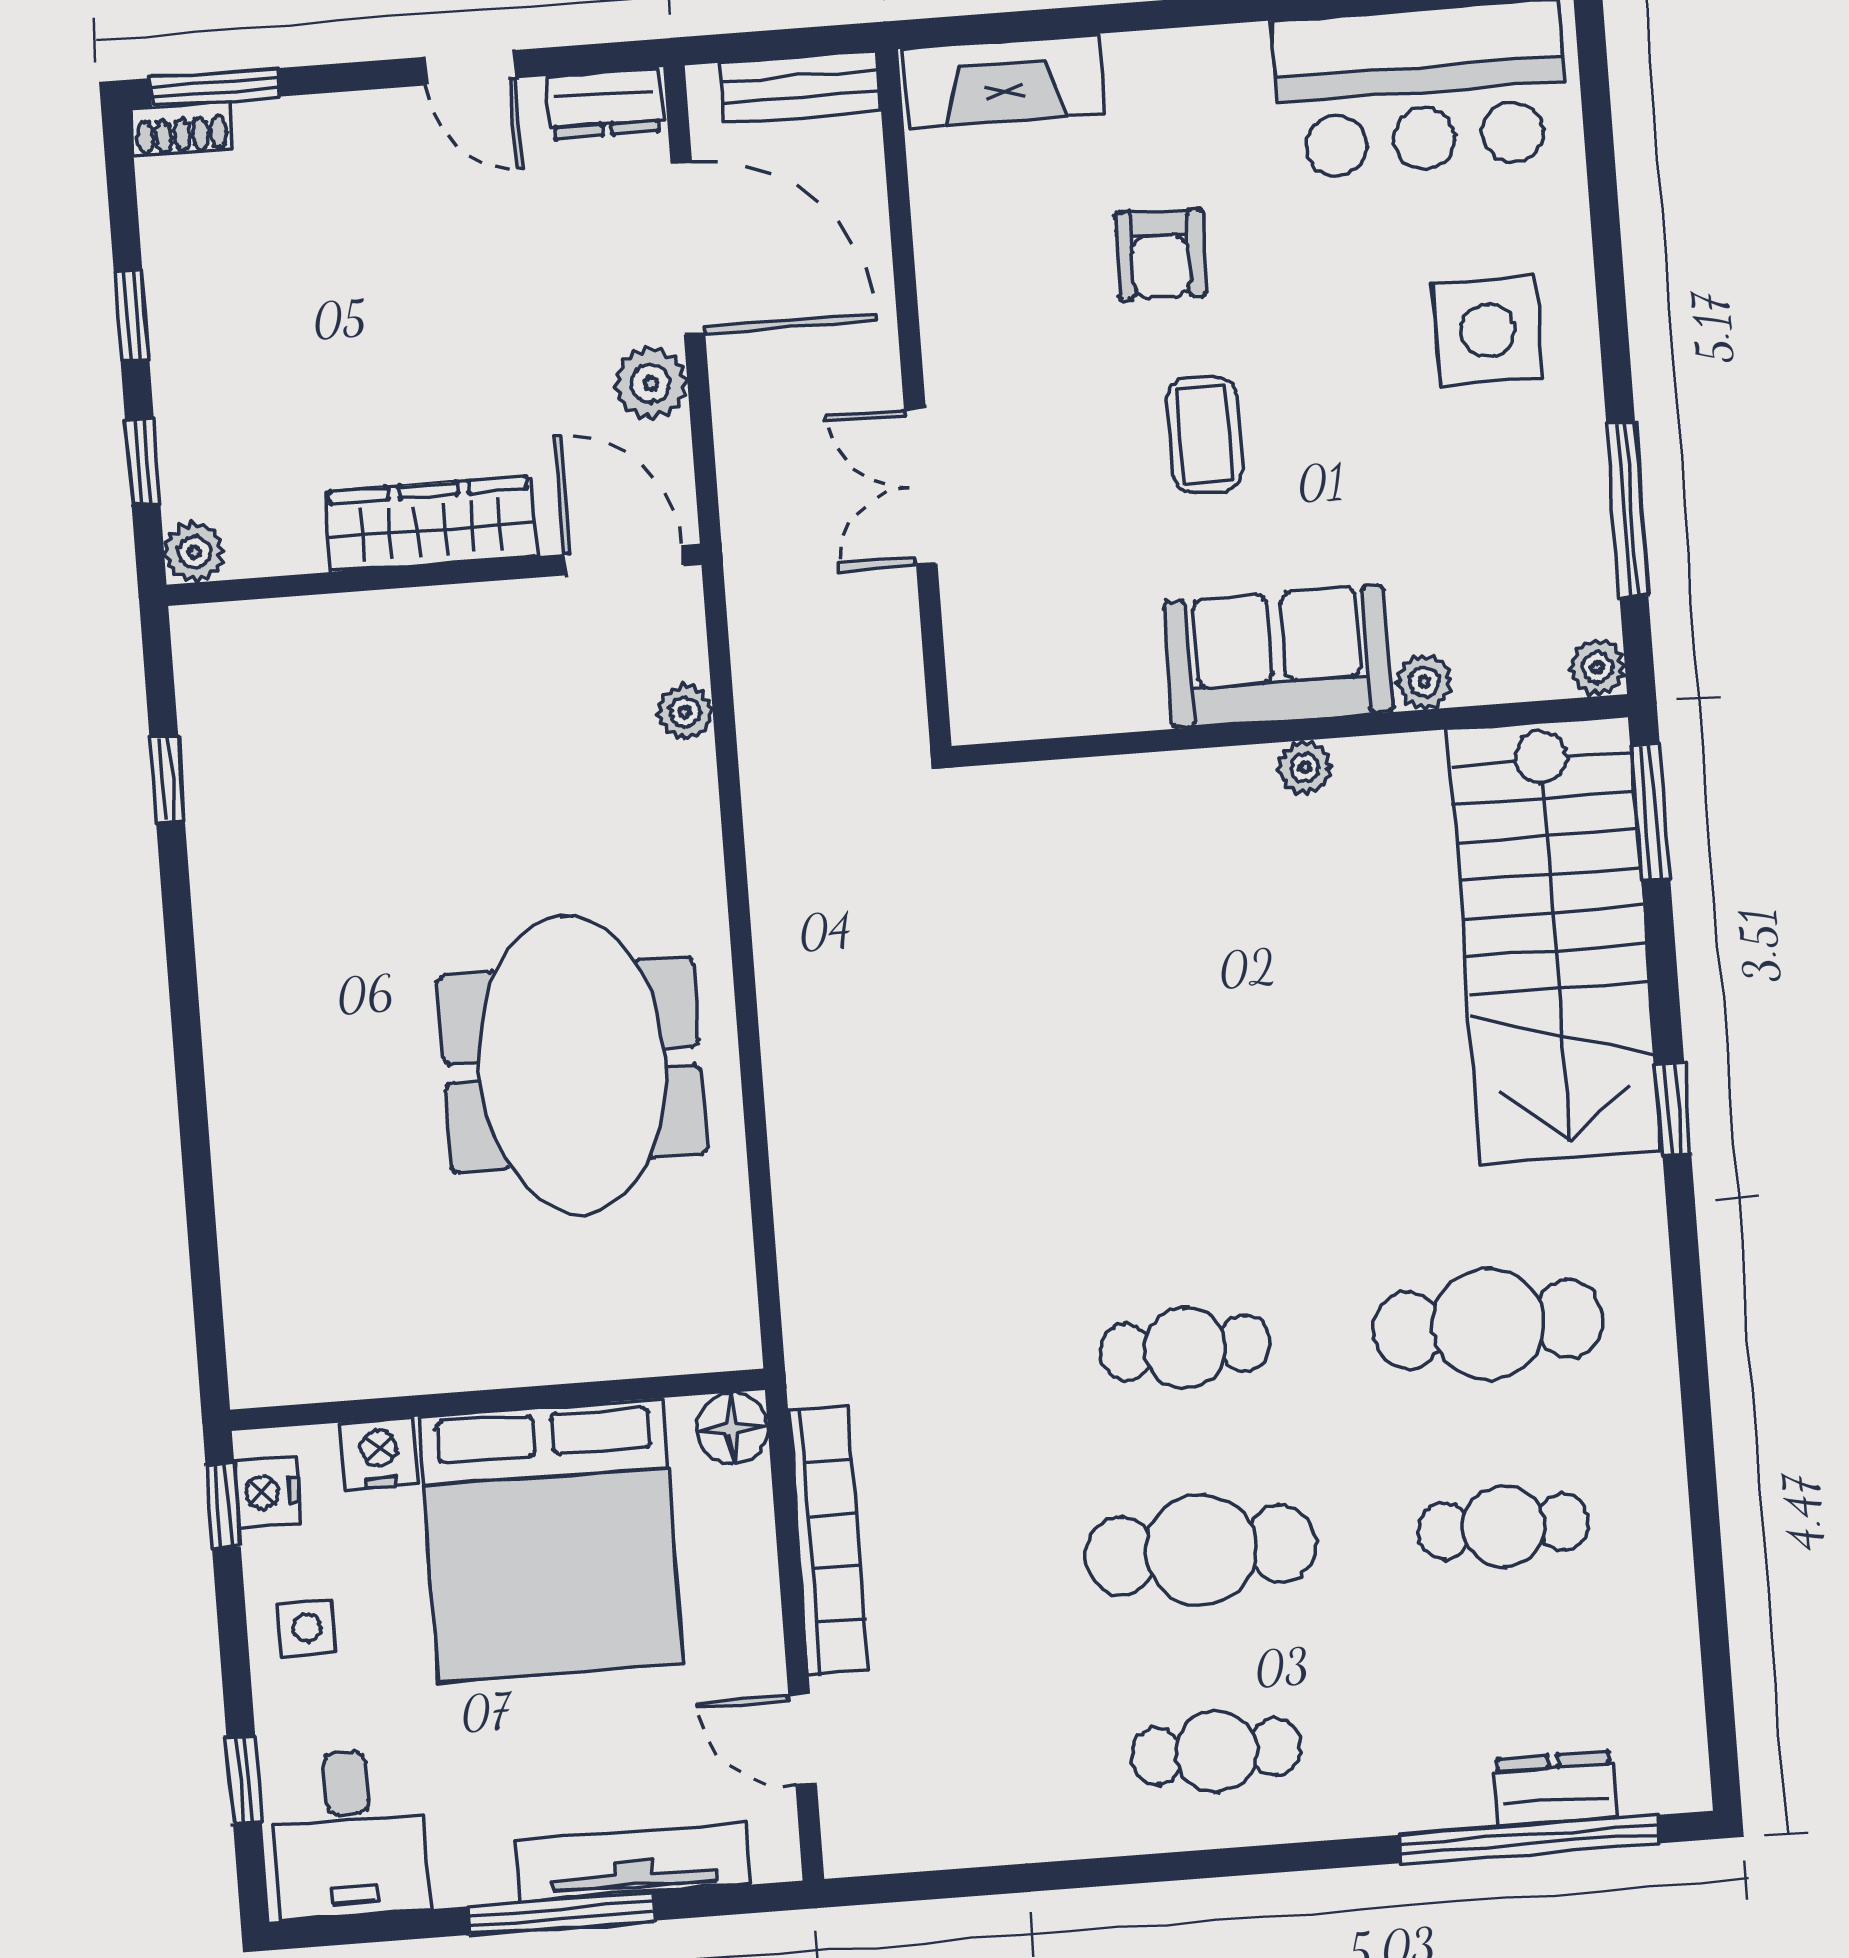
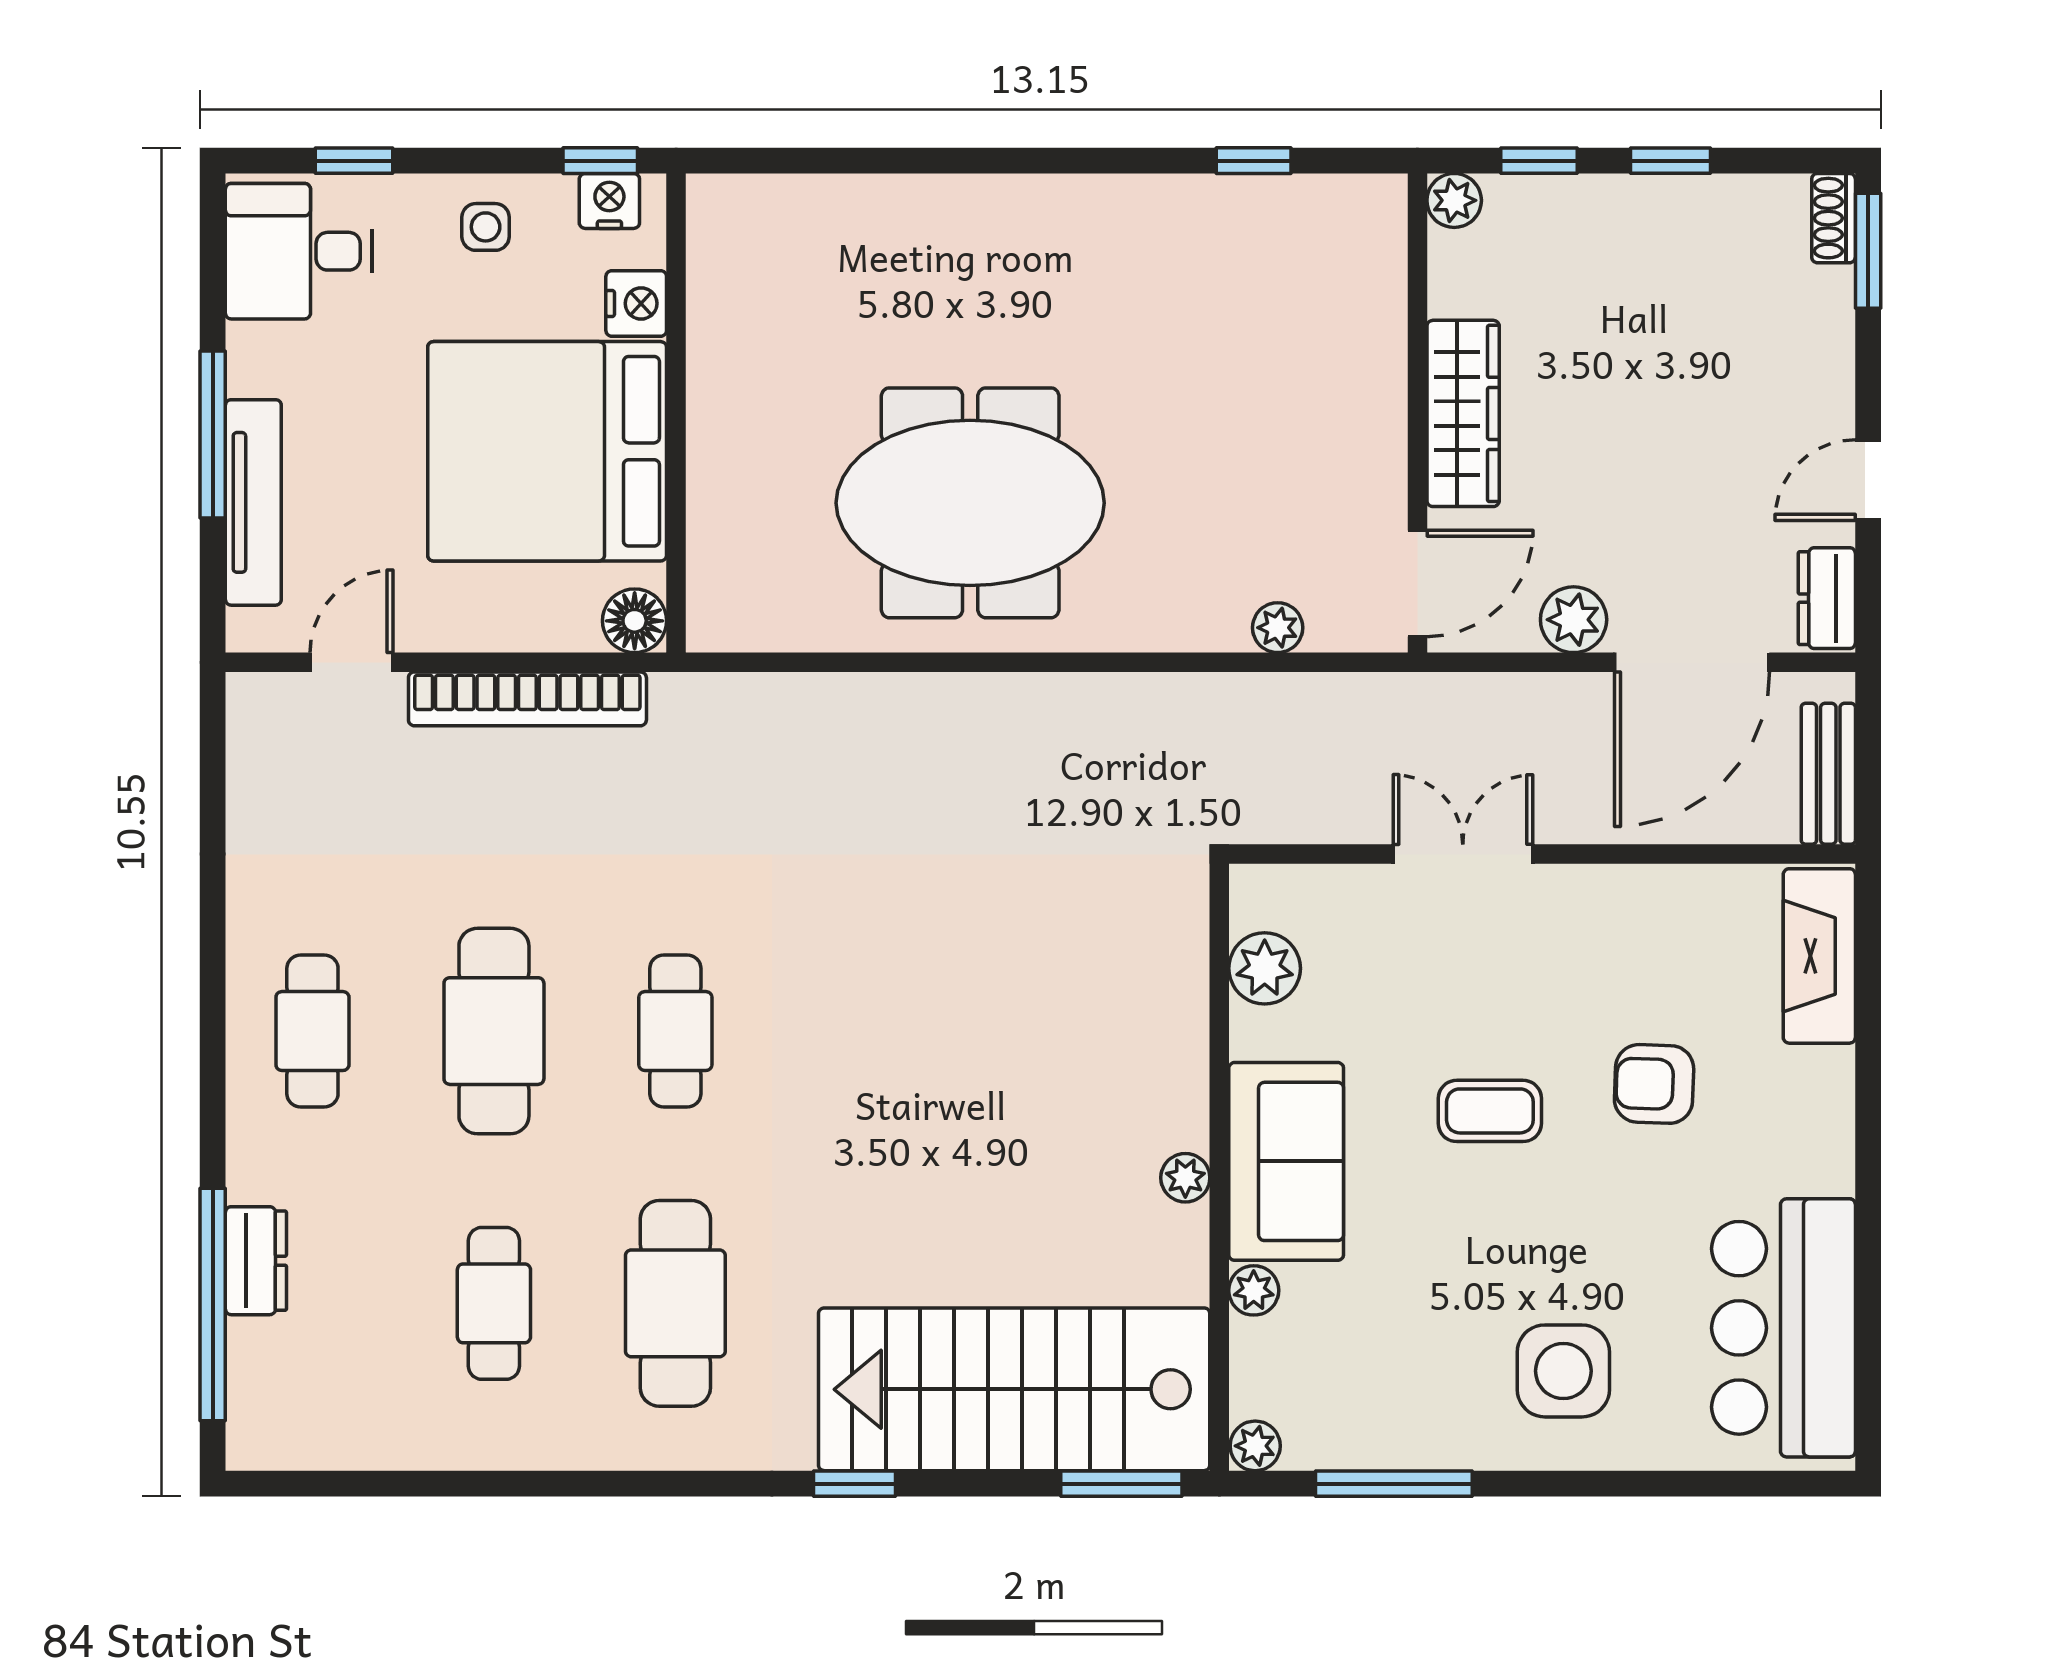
plant: (1065, 697) -> (1265, 968), added
dresser: (1555, 1789) -> (256, 1261), moved

